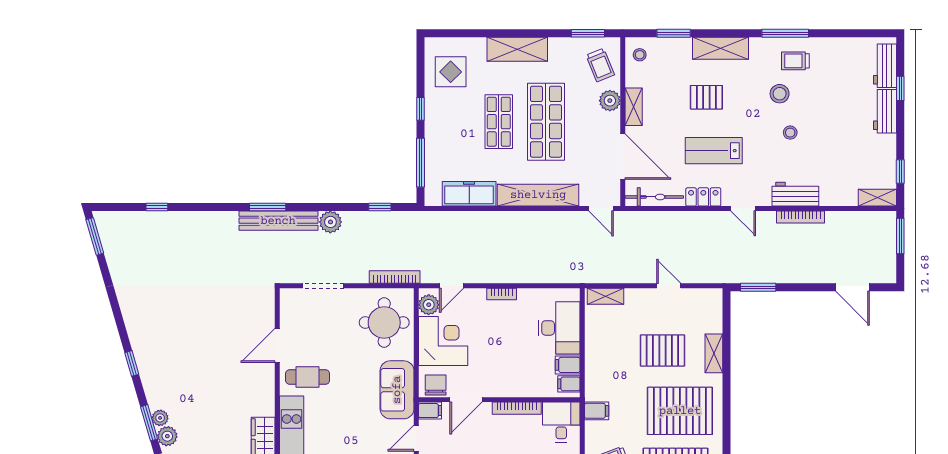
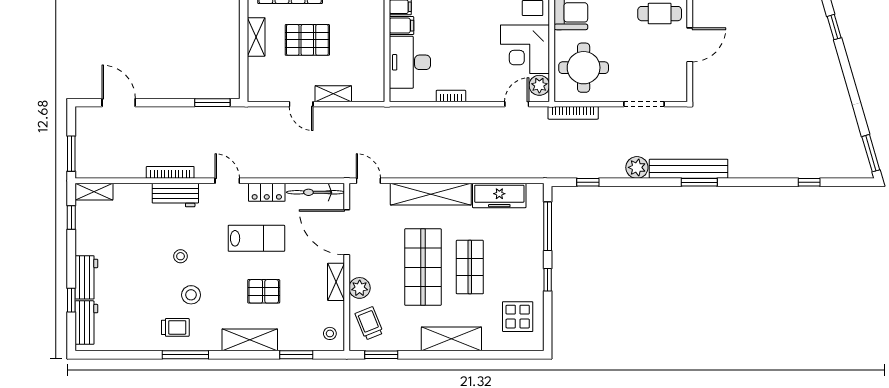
bookcase: (502, 294) -> (451, 96), moved
shelving: (605, 296) -> (333, 94), moved

